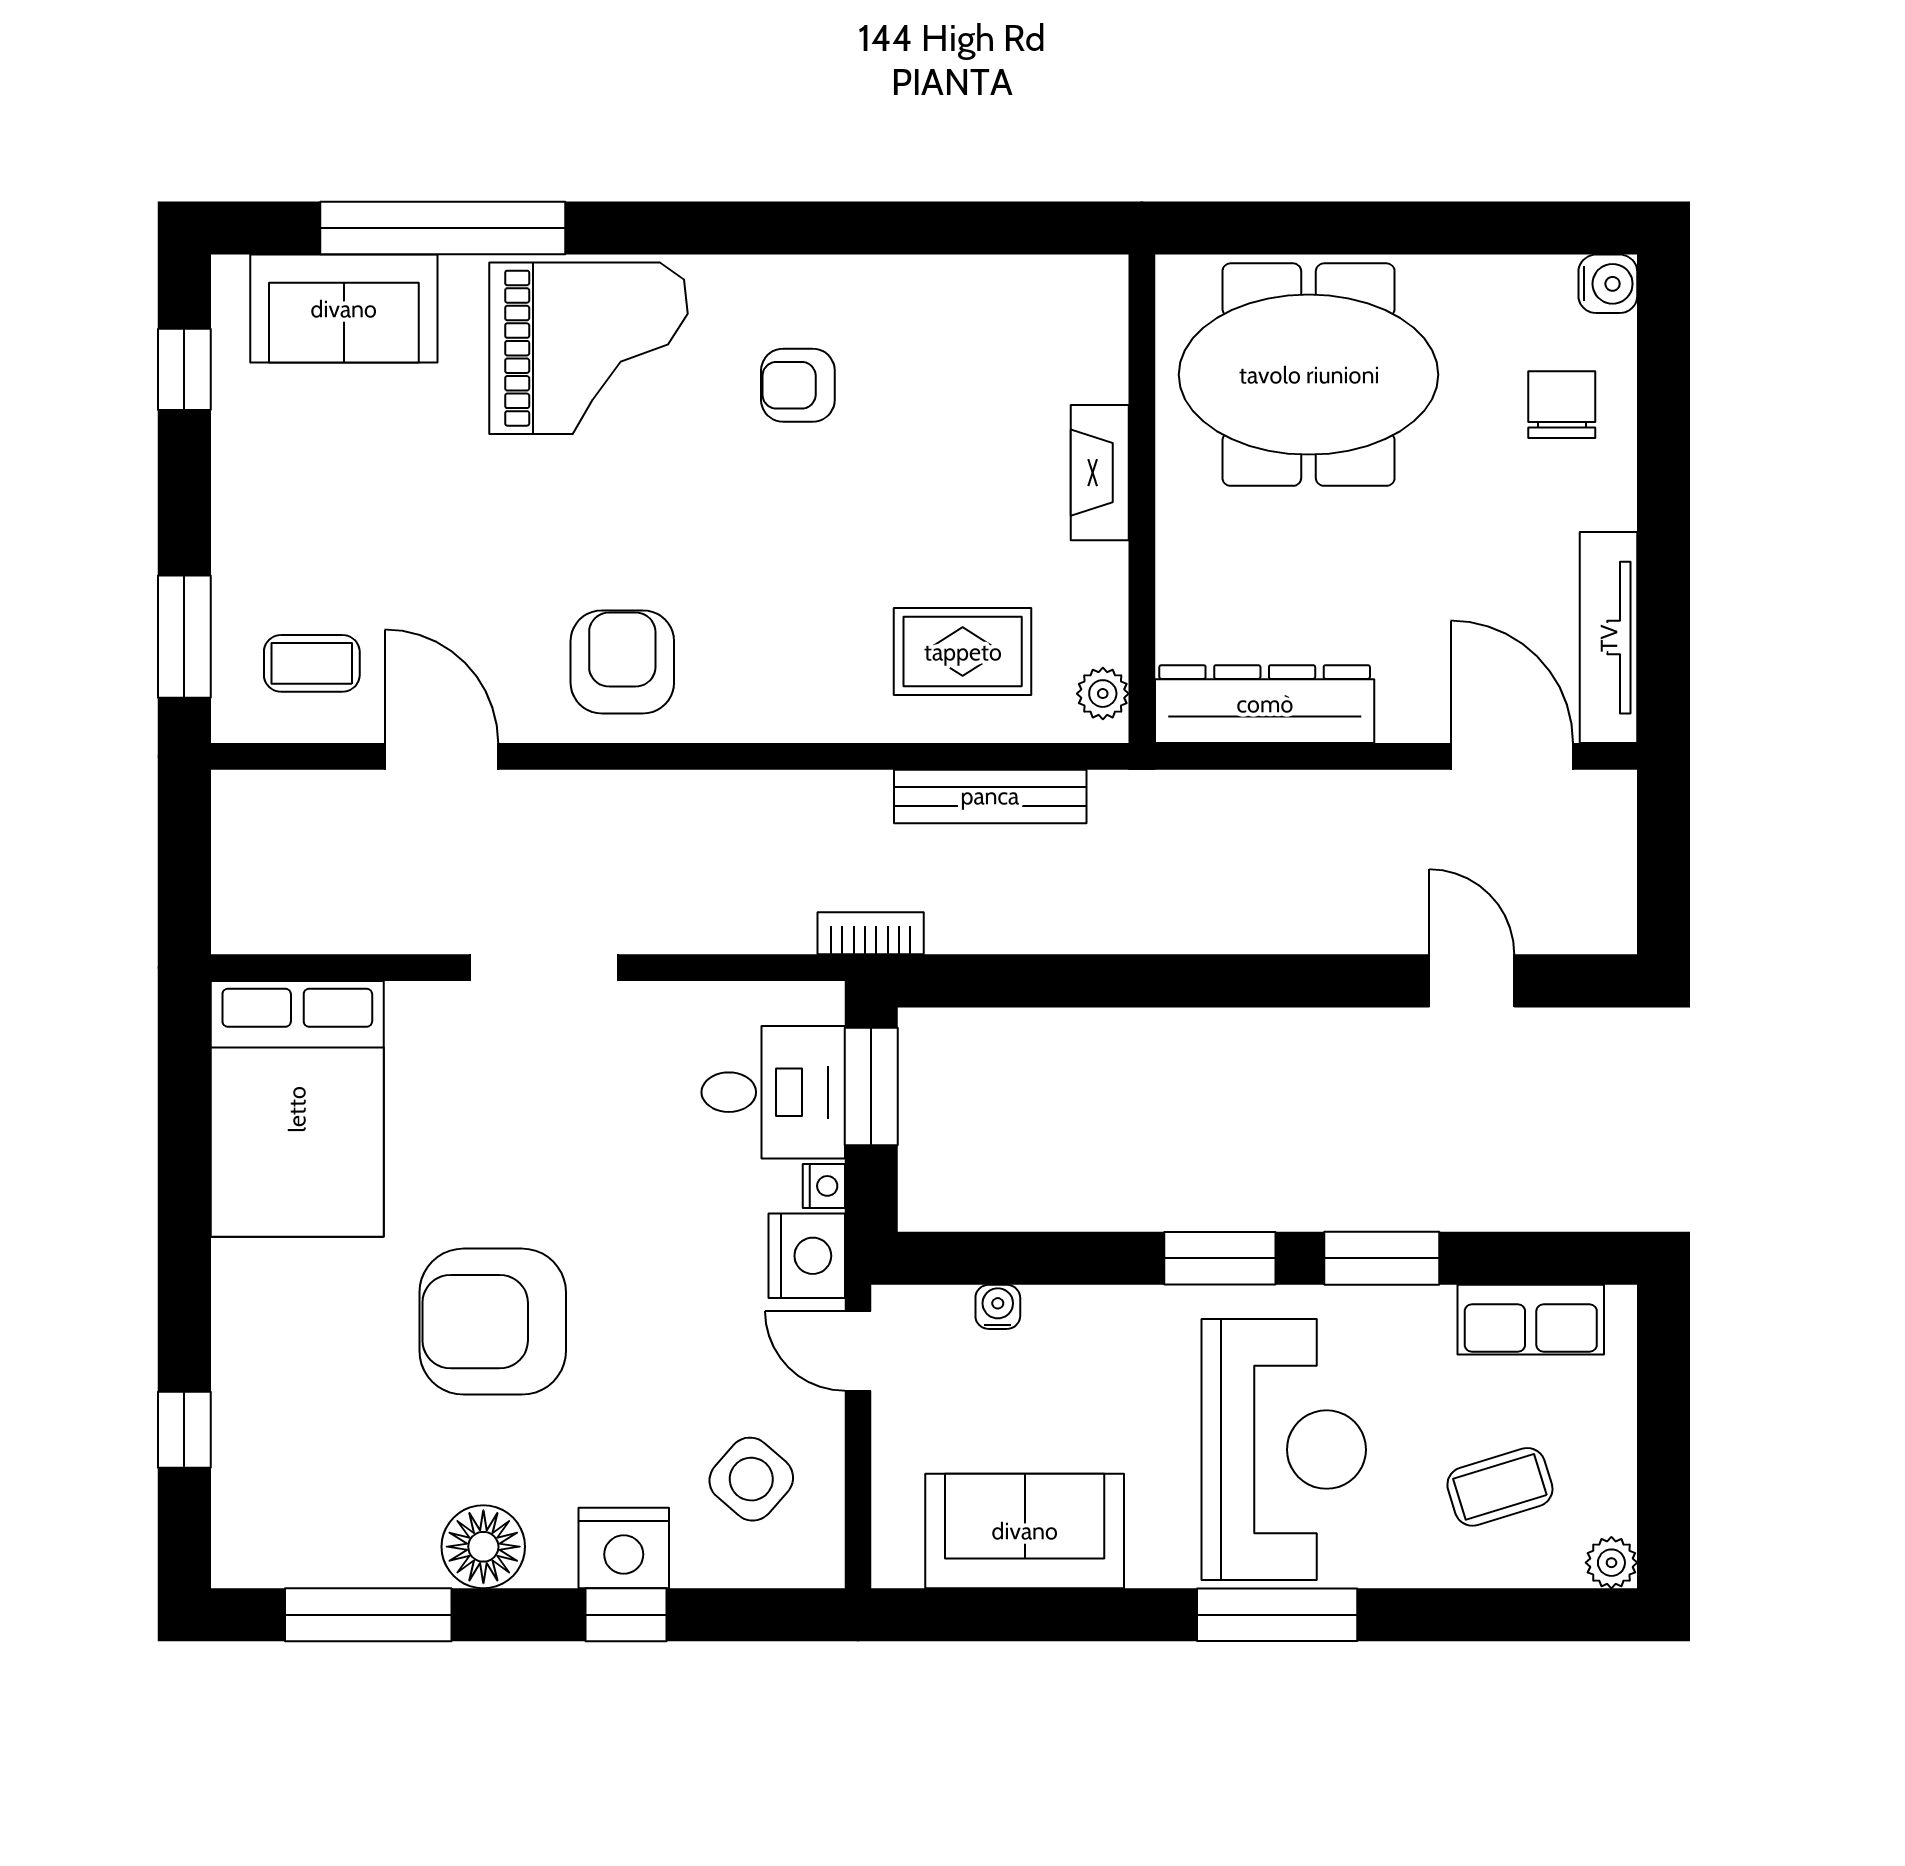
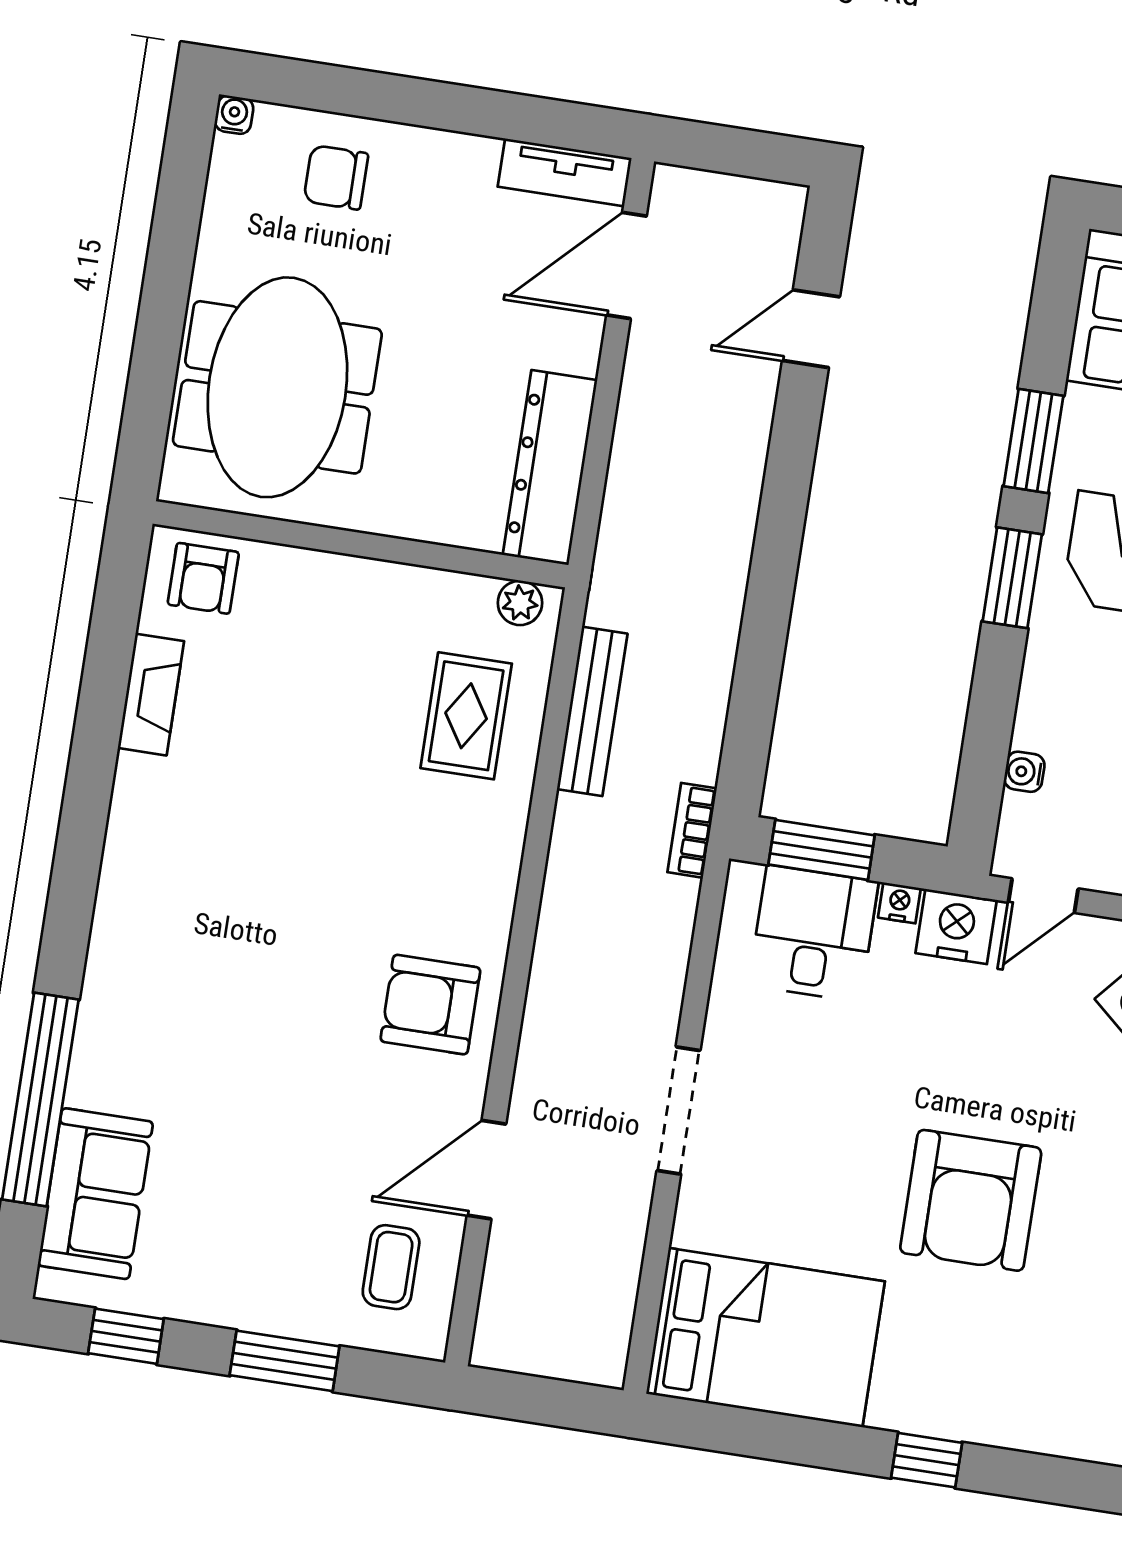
water cooler: (1608, 284) -> (234, 115), width x0.72, depth x0.72
grand piano: (589, 348) -> (161, 992), removed
armchair: (798, 385) -> (203, 578), moved
fireplace: (1100, 473) -> (151, 695), moved, turned -90
window: (184, 637) -> (285, 1361), moved
tv unit: (1609, 638) -> (565, 172), width x0.71
window: (184, 1430) -> (927, 1460), moved

